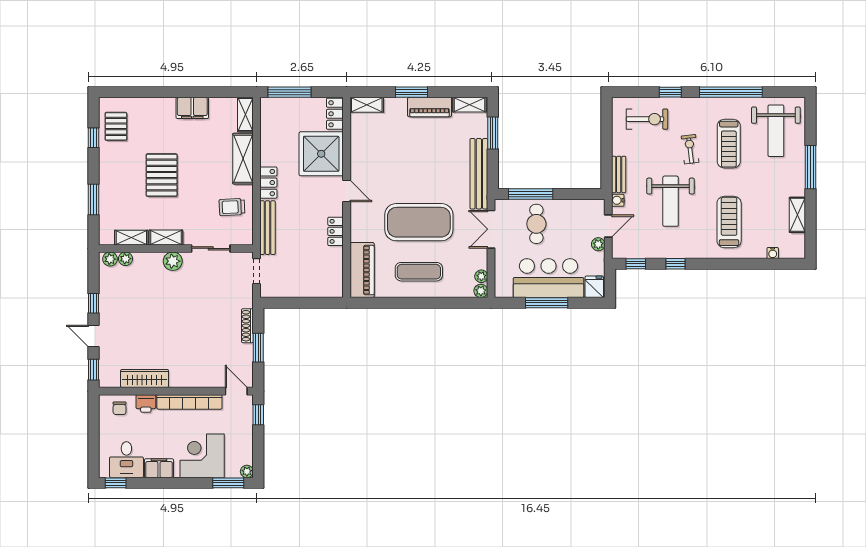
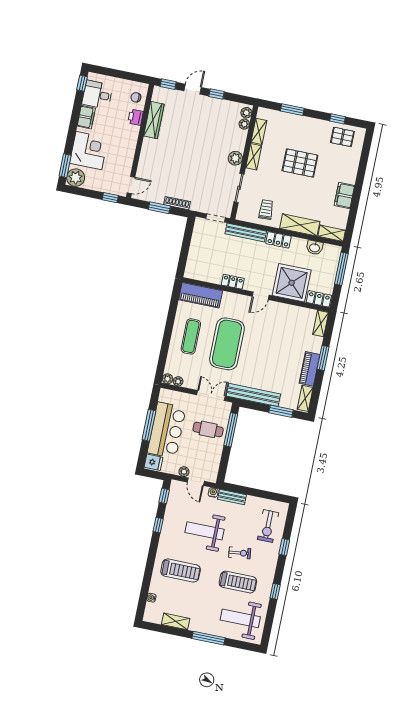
window: (731, 92) -> (275, 591), width x0.32
washbasin: (269, 133) -> (315, 248), added
treadmill: (729, 144) -> (238, 582), turned 180
bookcase: (189, 402) -> (130, 149), removed
plant: (247, 471) -> (76, 178), width x1.88, depth x1.88

